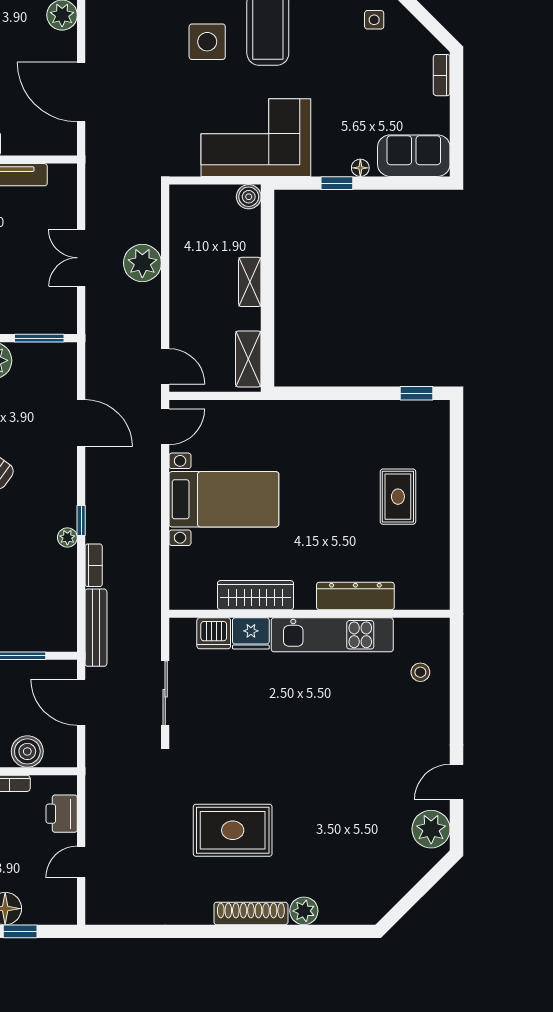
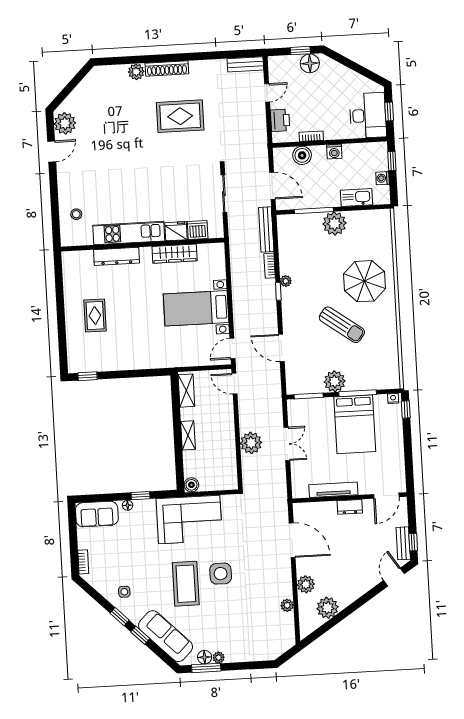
bench: (116, 913) -> (245, 64), added

